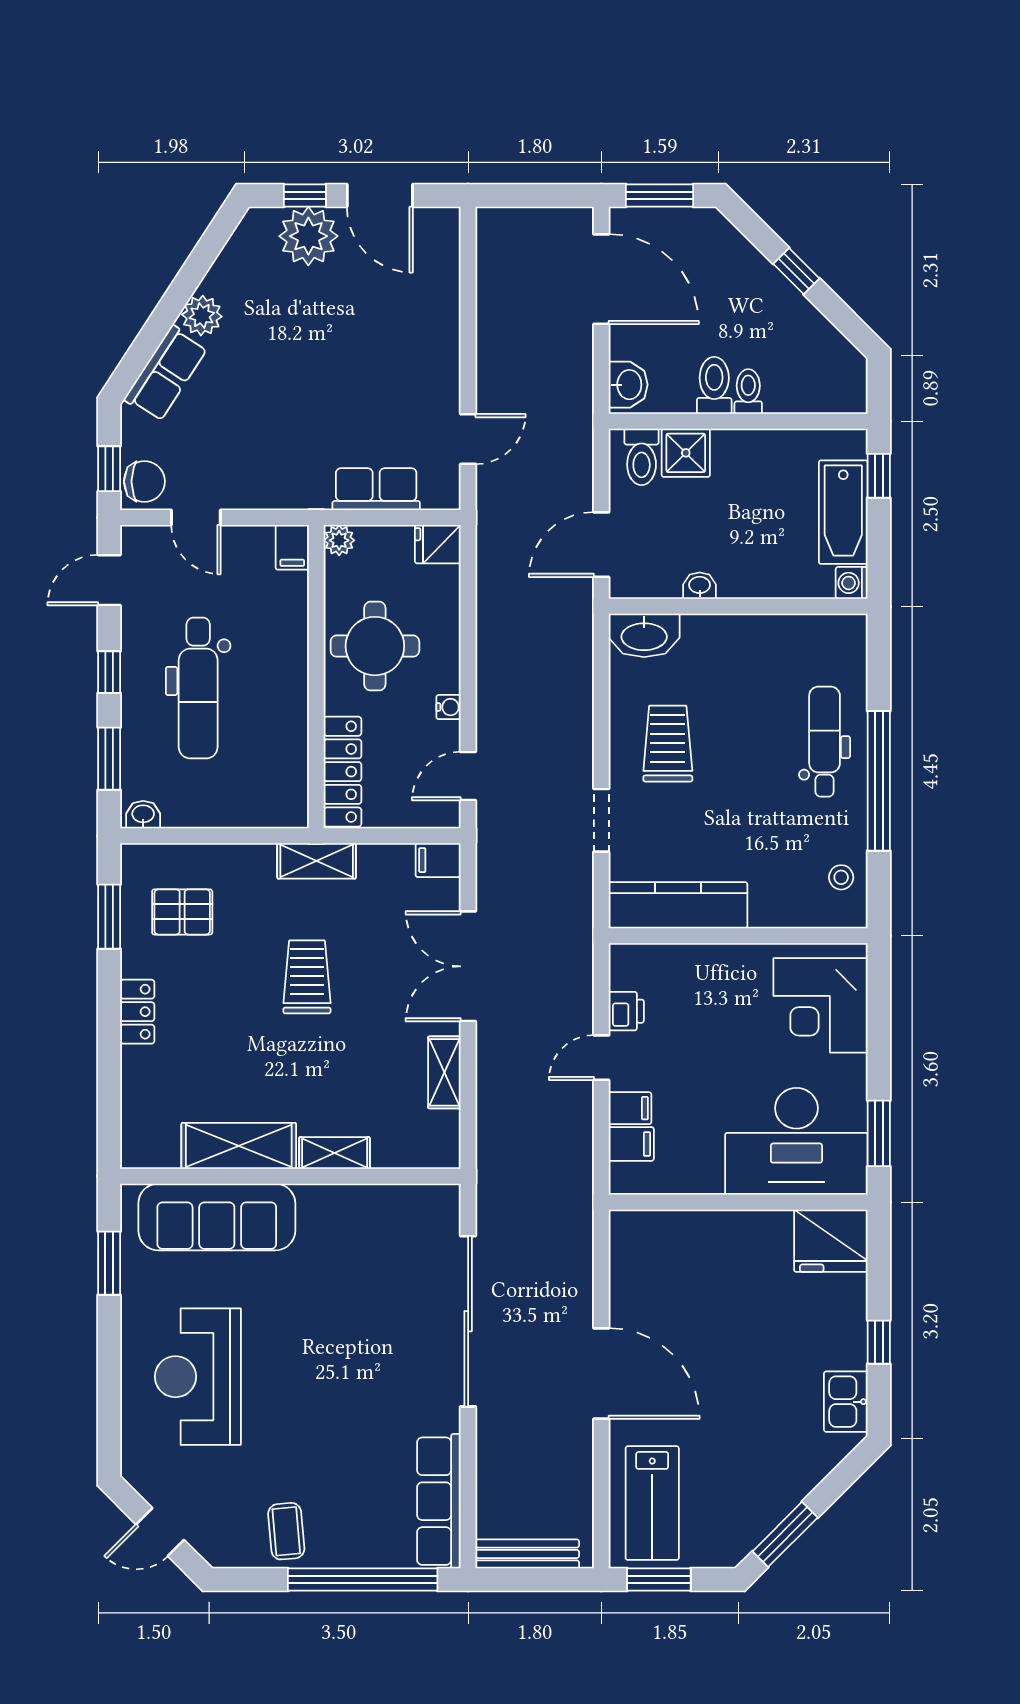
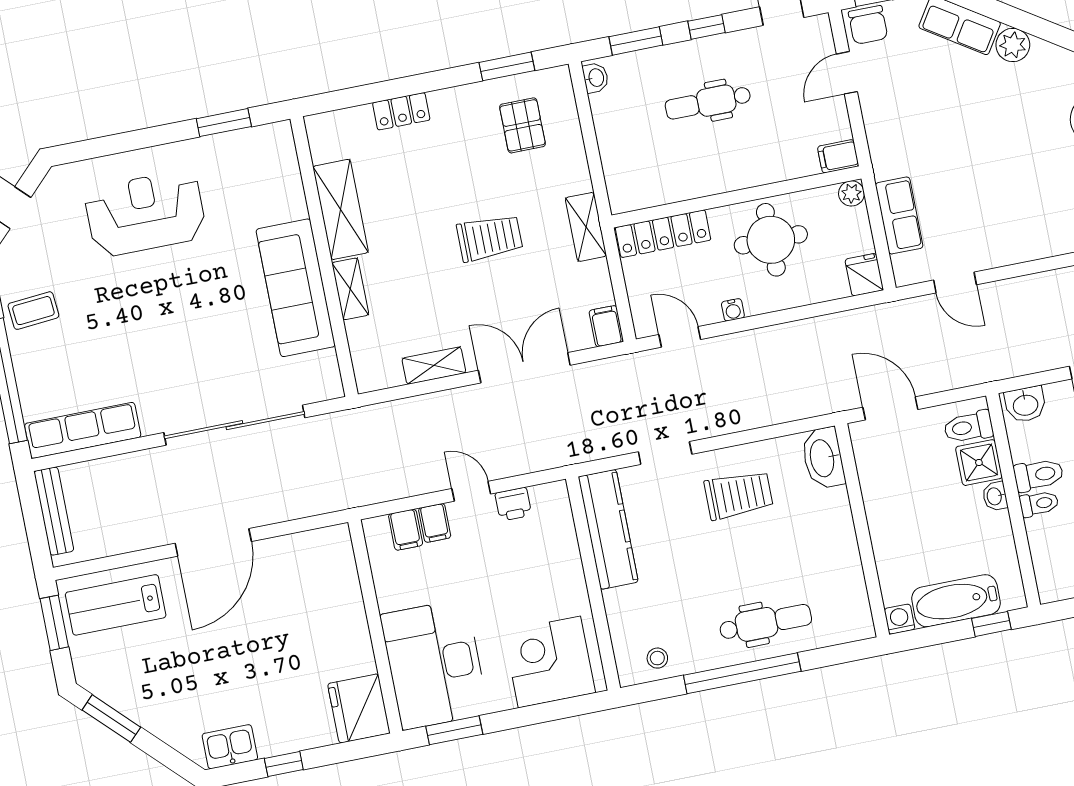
washbasin: (700, 586) -> (995, 496), moved, turned 180
dental chair: (198, 688) -> (708, 102), width x0.73, depth x0.72
locker: (137, 1012) -> (401, 111), moved
sofa: (217, 1217) -> (296, 288), moved

